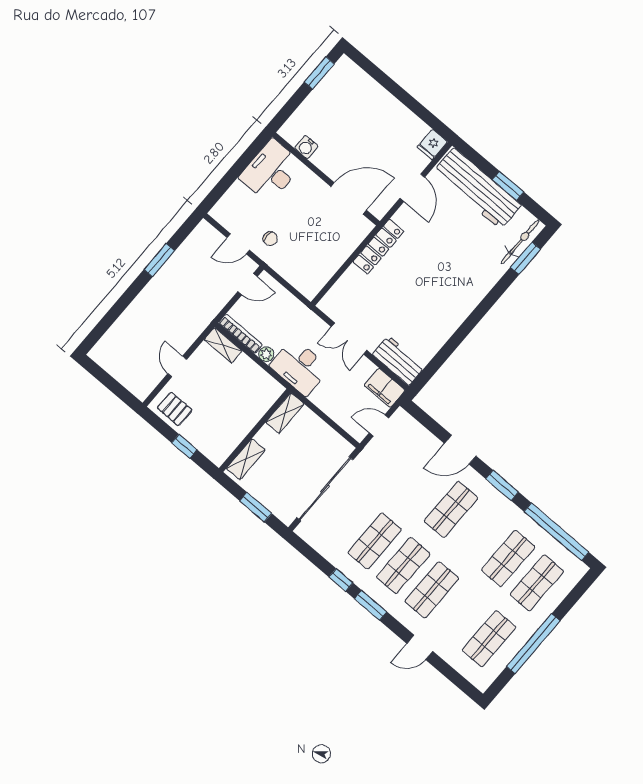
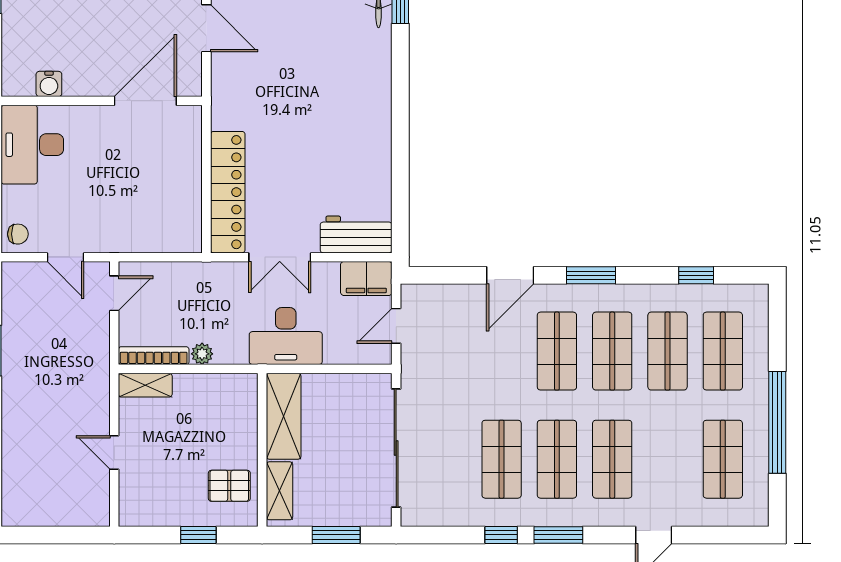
chair: (270, 239) -> (18, 234), moved
door: (238, 244) -> (66, 257), hinge flipped
locker: (378, 247) -> (228, 192), moved, width x1.41, depth x1.21
desk: (300, 367) -> (286, 336), moved
pallet: (175, 409) -> (229, 486), moved
shelving: (285, 413) -> (284, 416), width x1.50, depth x1.33
window: (556, 532) -> (696, 275), width x0.32
shop shelf: (480, 534) -> (612, 351), added

